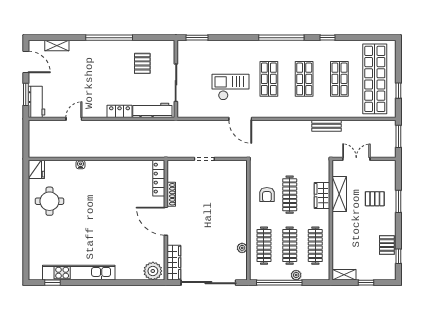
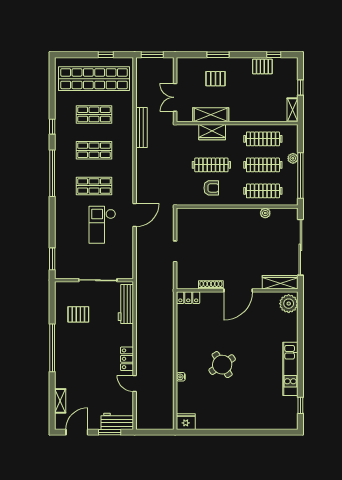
locker: (120, 111) -> (127, 359), moved
bench: (327, 126) -> (141, 128), width x1.36
locker: (159, 178) -> (188, 298), width x0.66
pallet: (375, 199) -> (215, 79), turned 90
round table: (49, 201) -> (222, 365), moved, turned -33
kitchen unit: (79, 273) -> (290, 369), width x0.73

